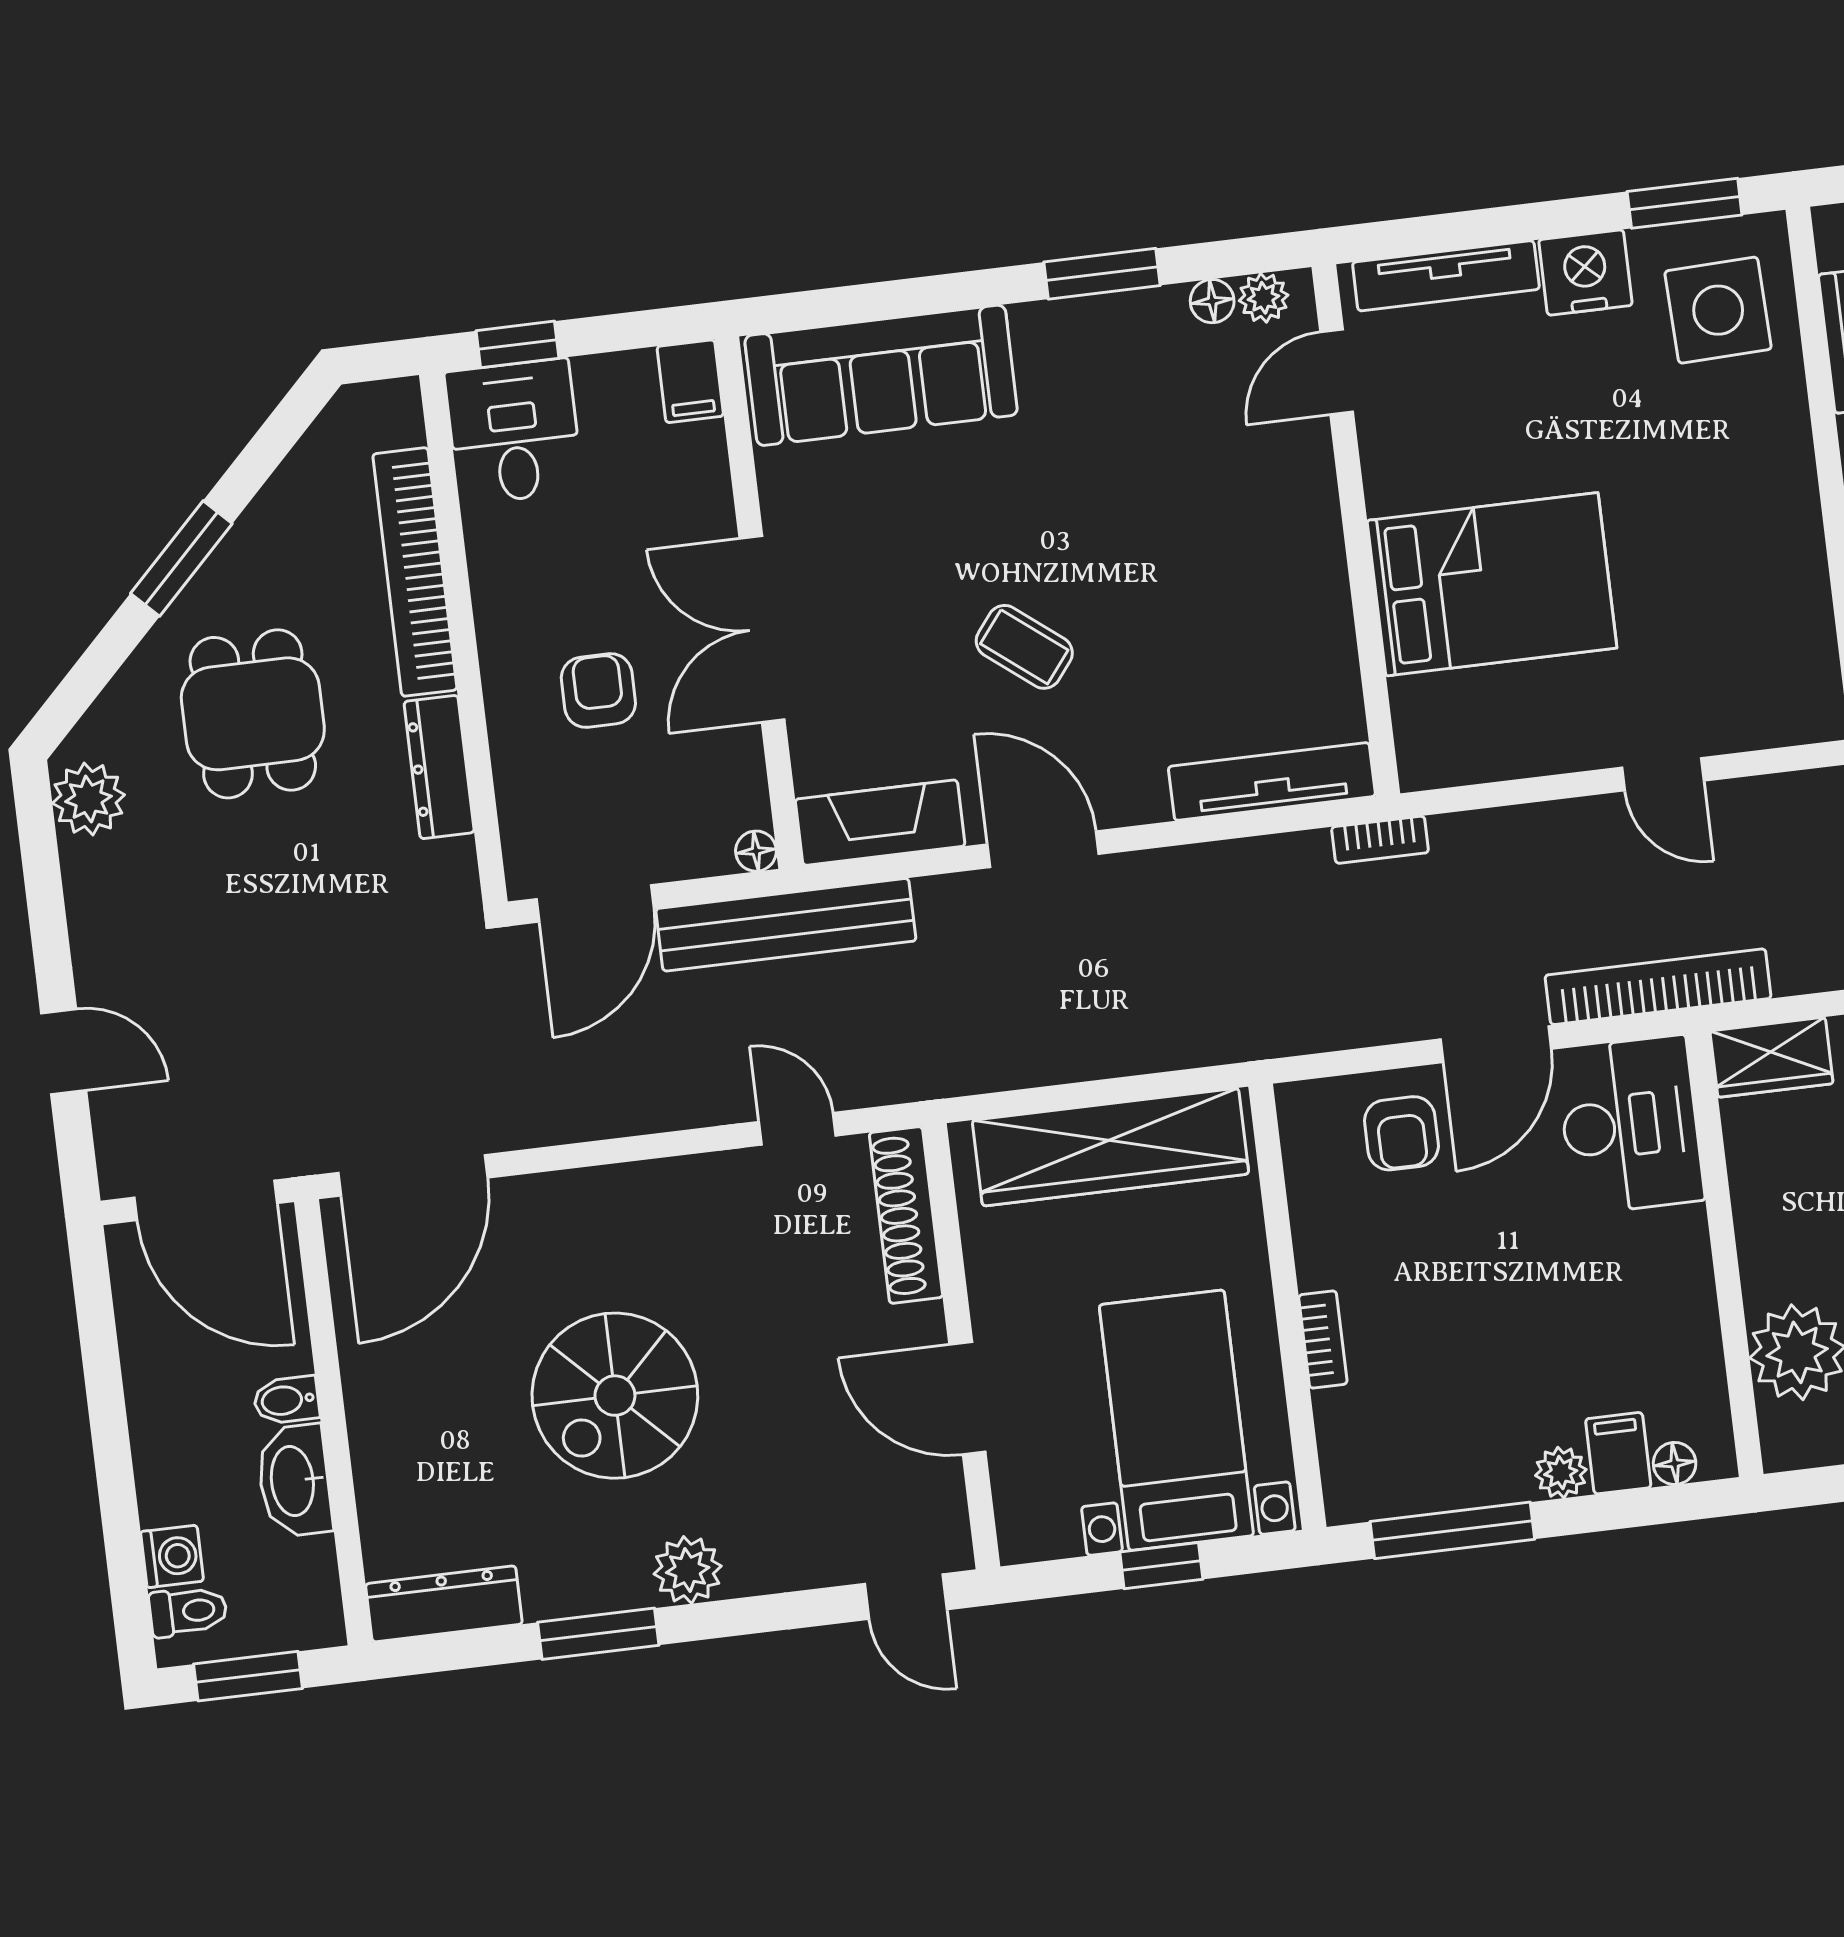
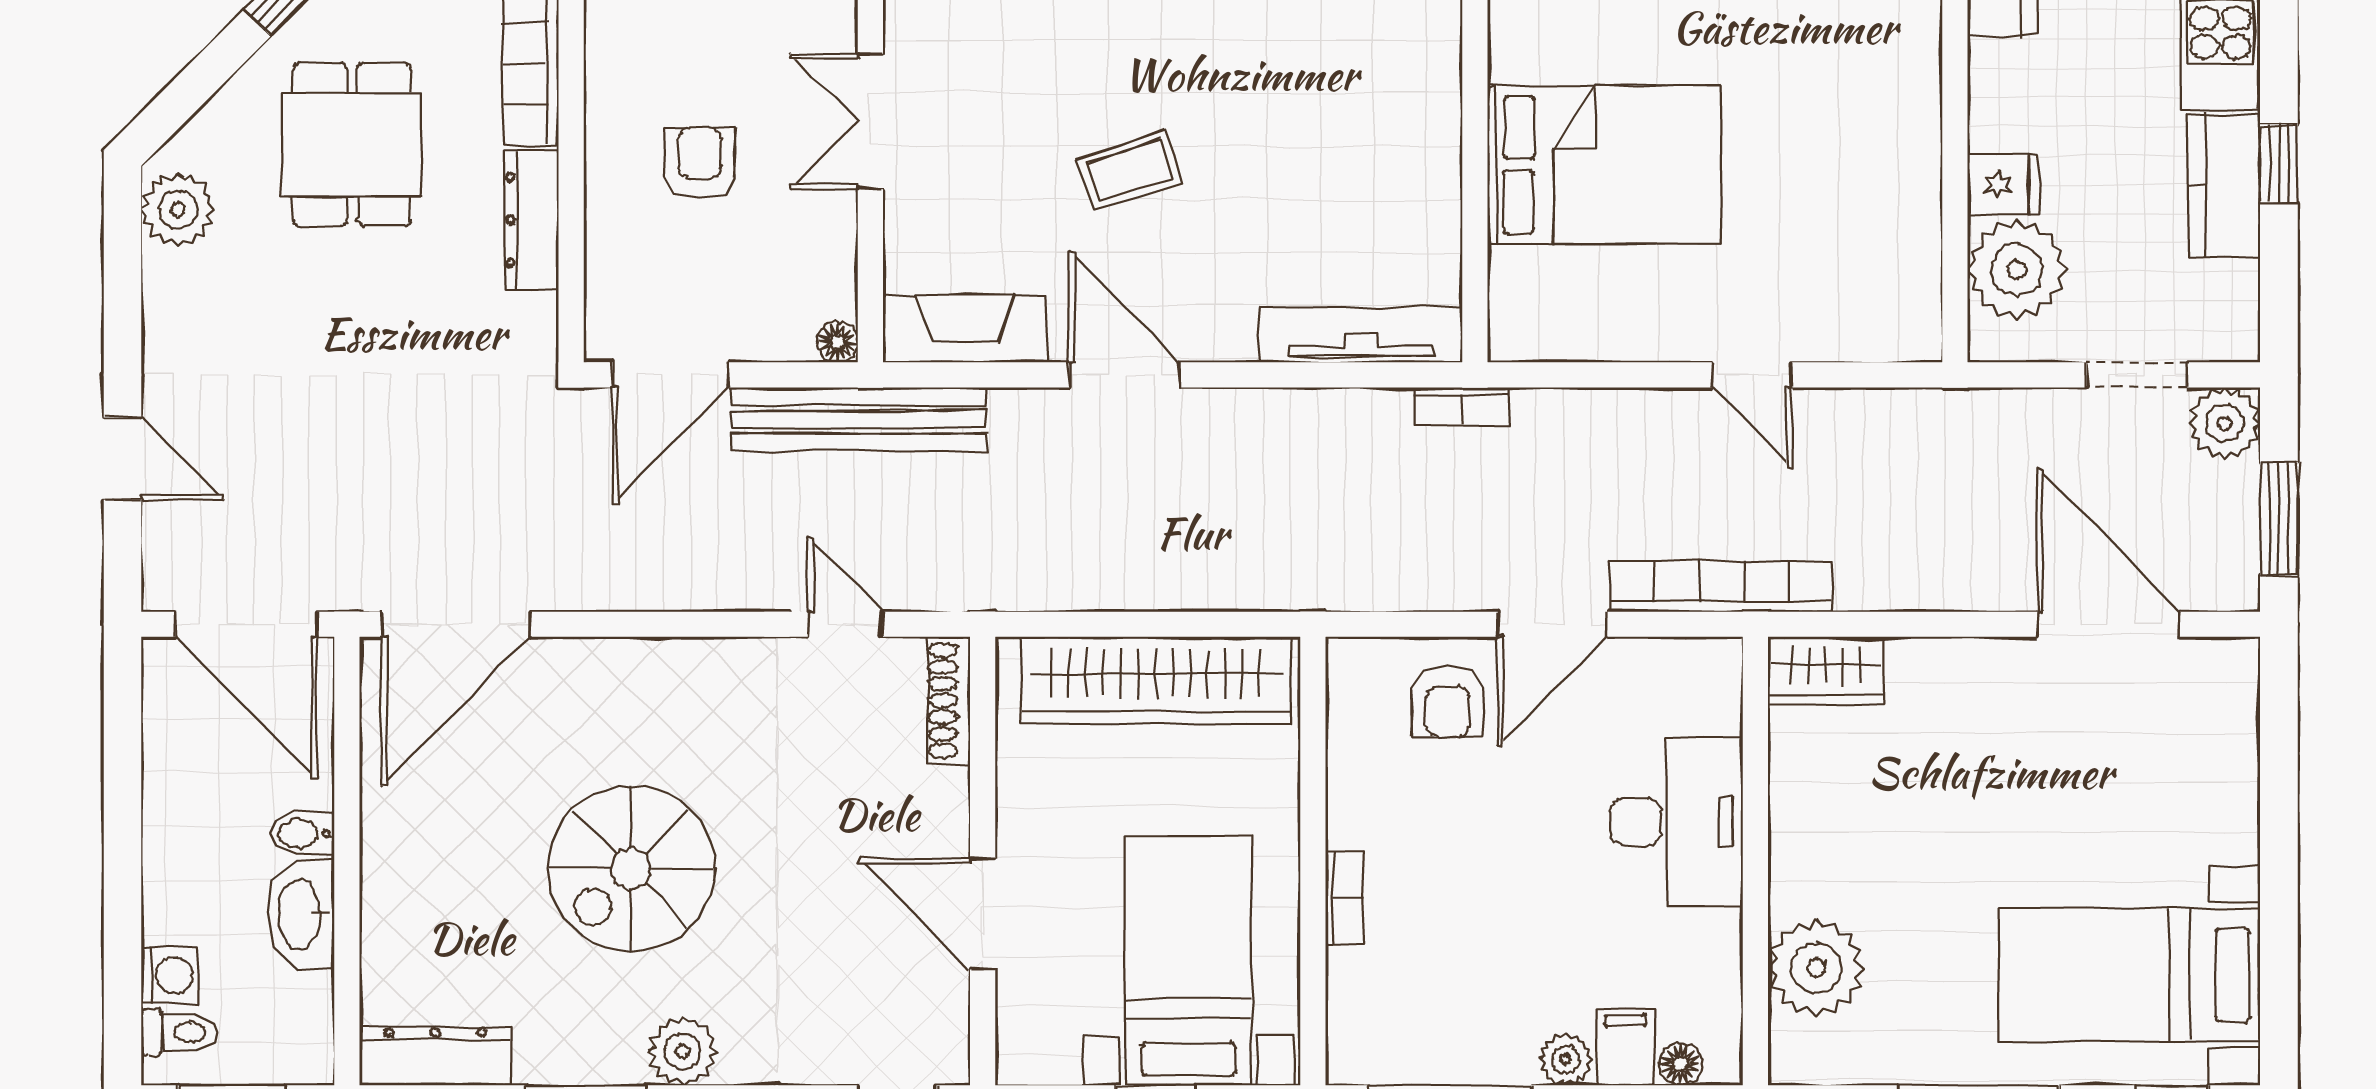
double door: (762, 629) -> (870, 121), width x0.73
coffee table: (1024, 647) -> (1130, 171), turned -56
desk: (1630, 1125) -> (1677, 822), moved
shoe rack: (906, 1215) -> (948, 700), width x0.74, depth x0.81

